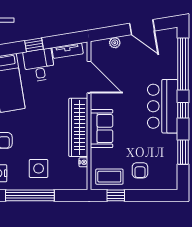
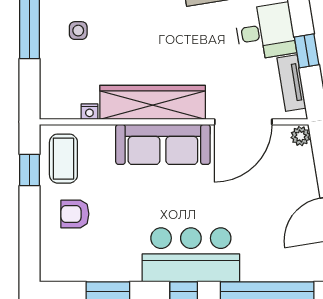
plant: (115, 43) -> (301, 136), moved
window: (34, 45) -> (307, 51), moved
sofa: (102, 129) -> (163, 144), width x1.36
side table: (39, 168) -> (78, 31), width x0.54, depth x0.54

